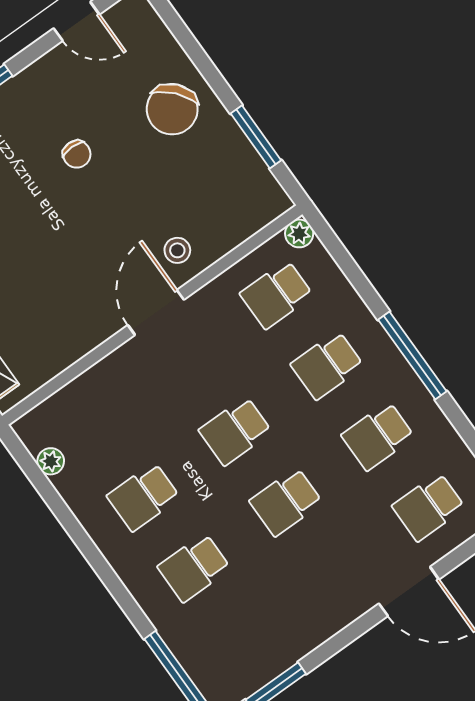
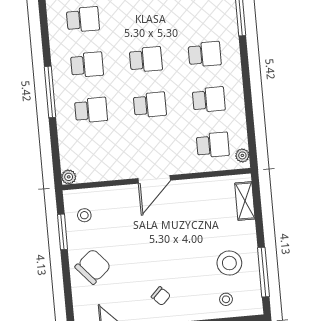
chair: (77, 154) -> (161, 296), moved, turned 135
stool: (177, 250) -> (84, 215), moved
school desk: (276, 294) -> (213, 145), moved
plant: (51, 461) -> (242, 155), moved

